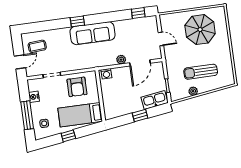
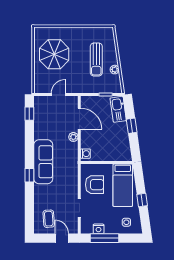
window: (27, 115) -> (105, 238), moved

